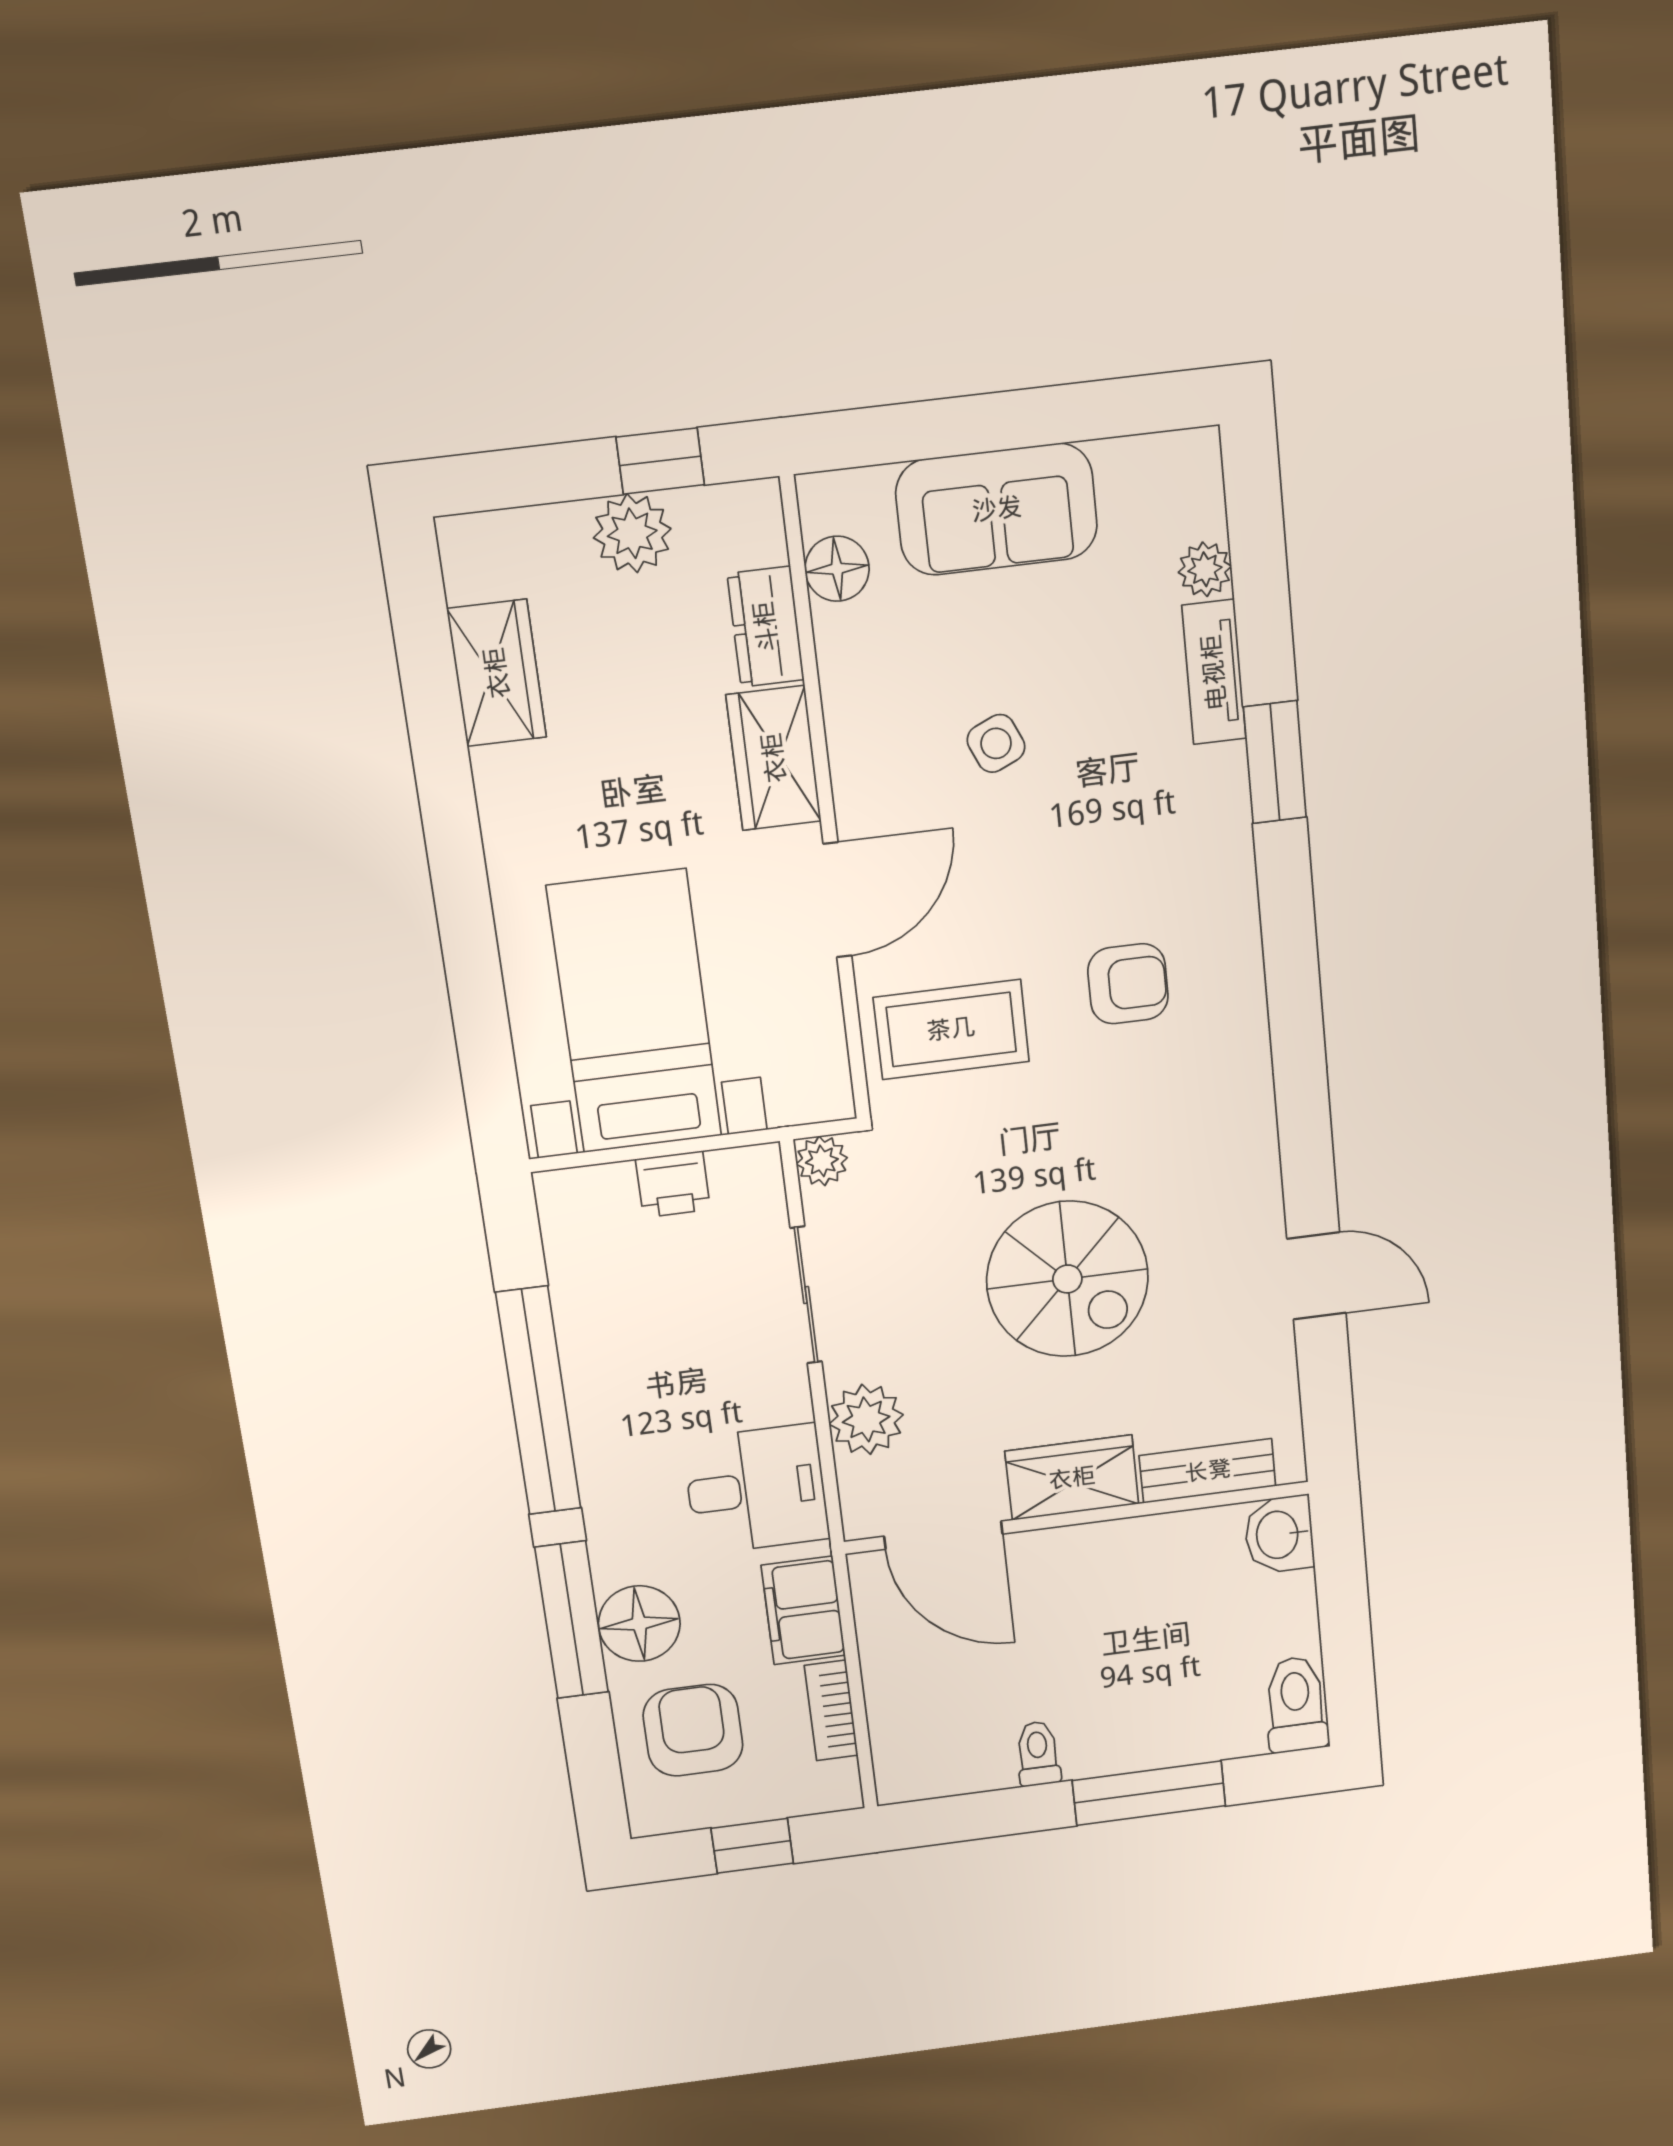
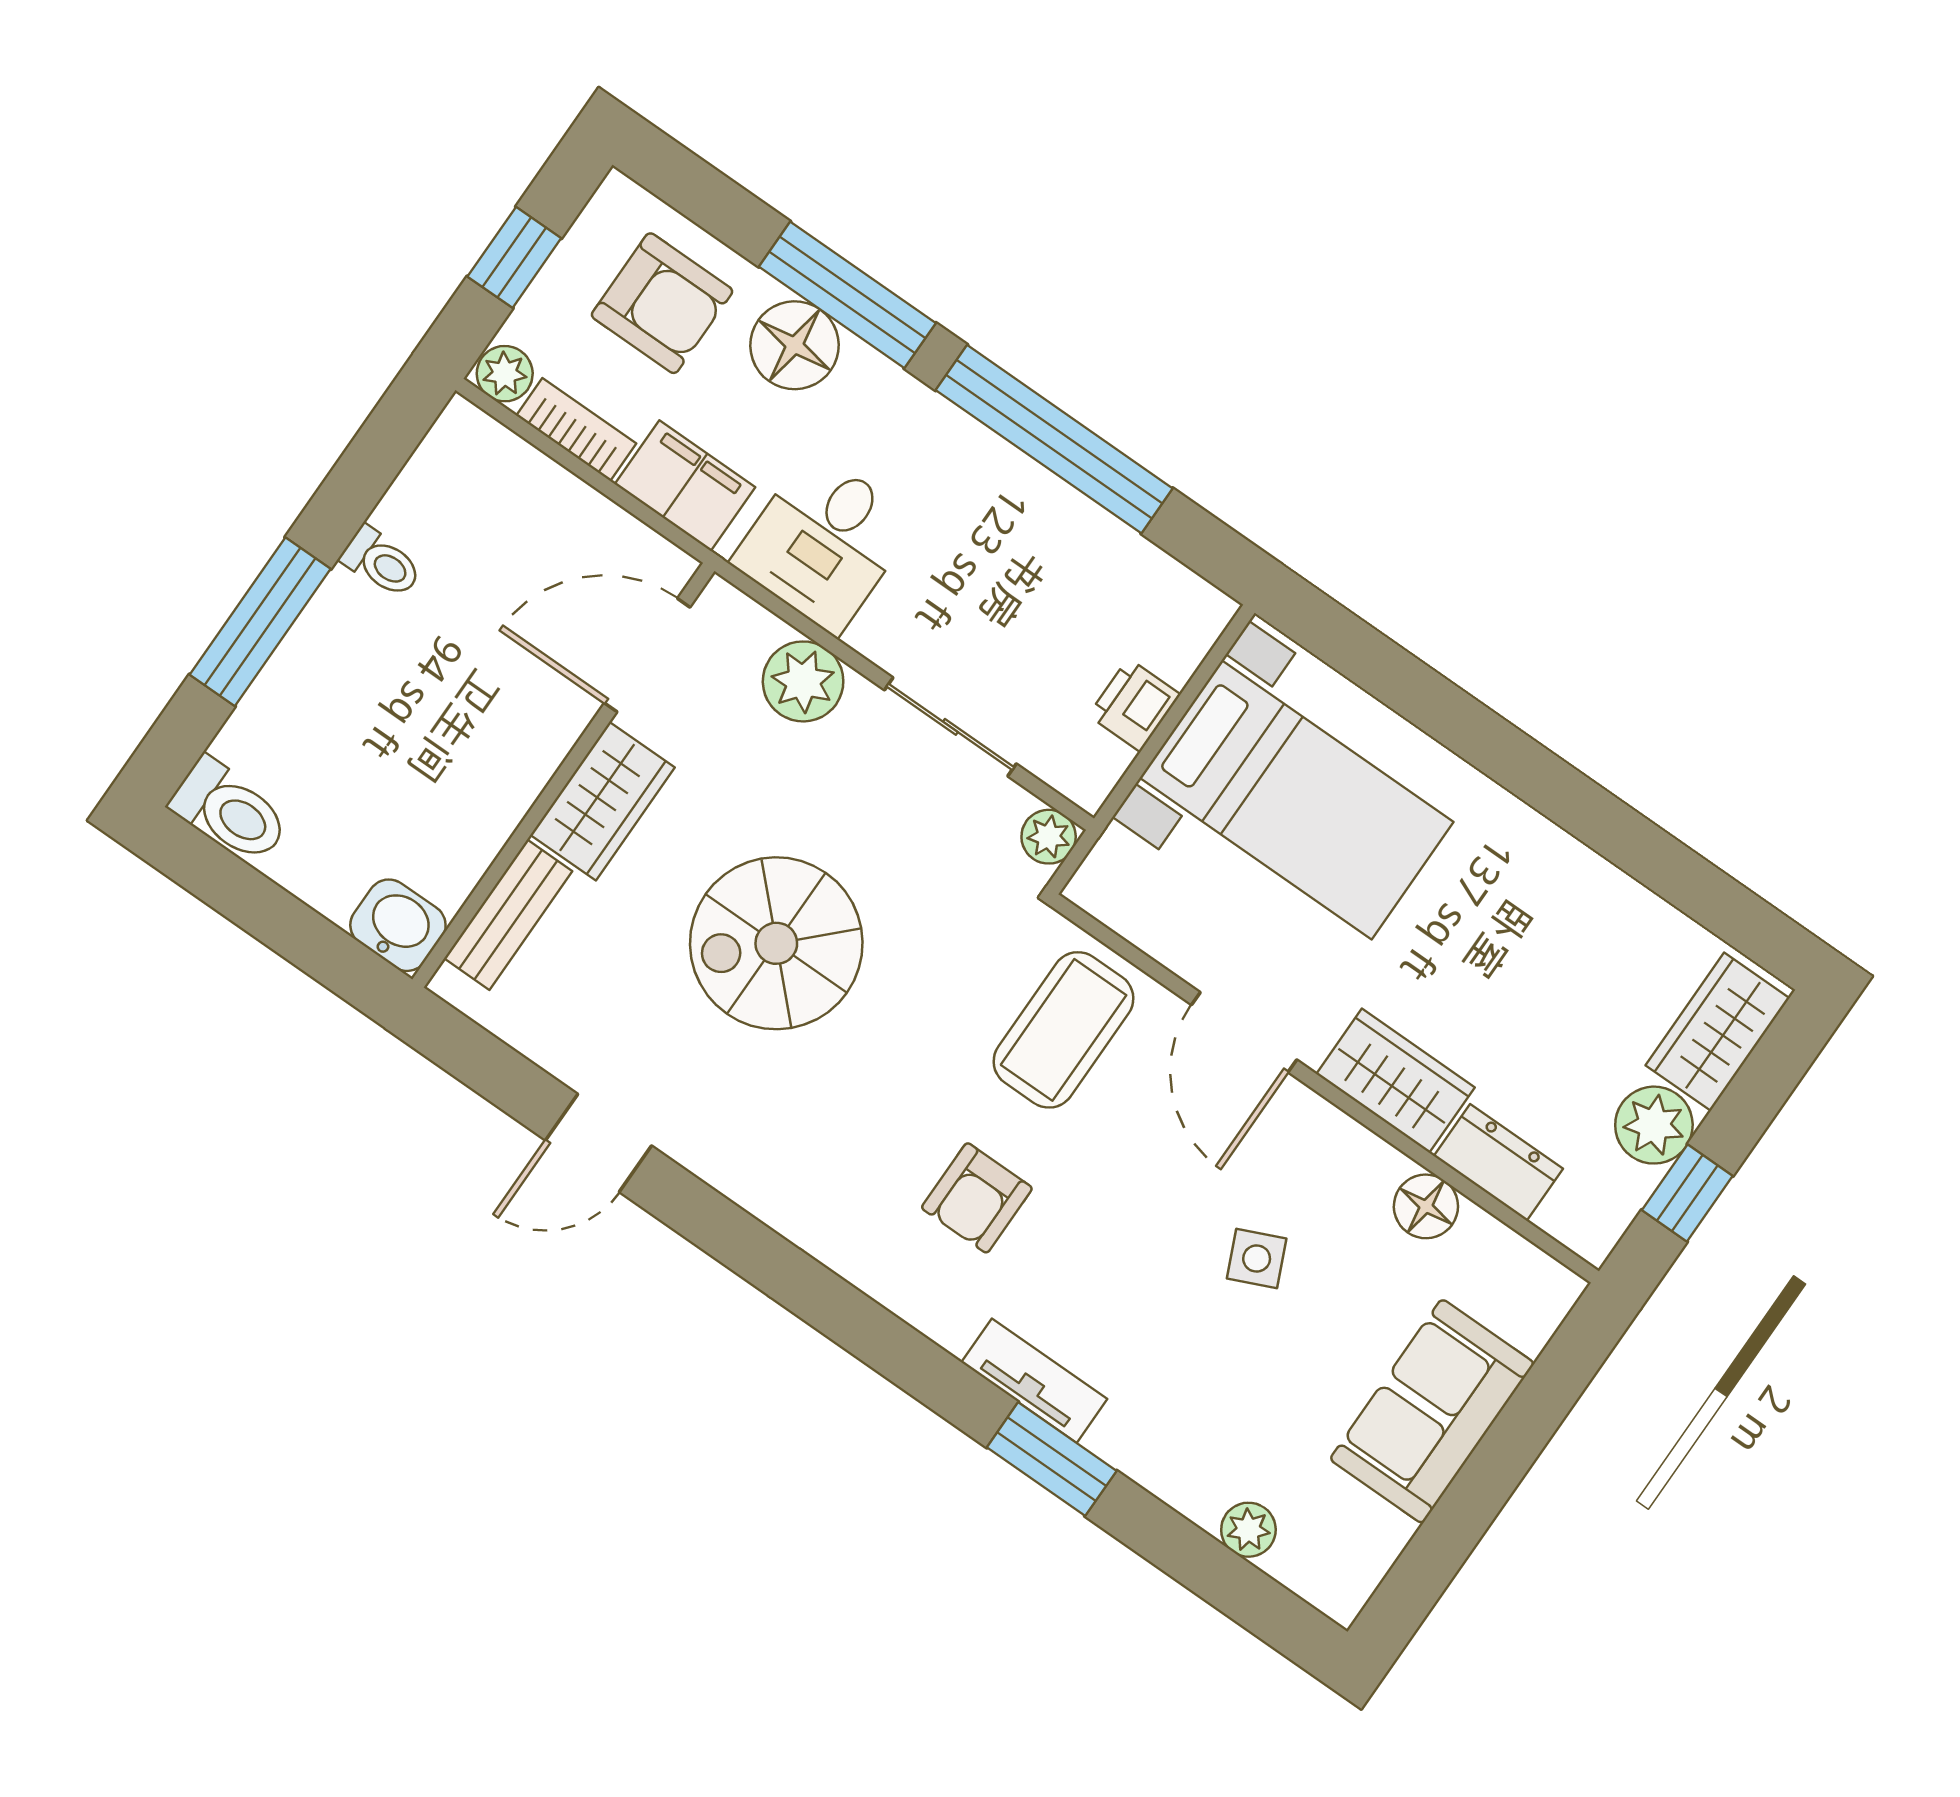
floor lamp: (837, 569) -> (1426, 1206), moved
tv unit: (1214, 672) -> (1034, 1381), moved
wardrobe: (497, 673) -> (1718, 1032), moved, turned 90
plant: (836, 1786) -> (505, 374), added

